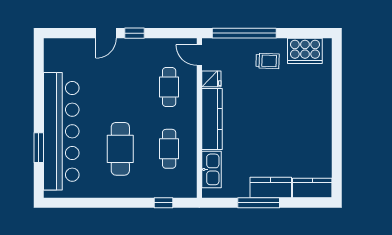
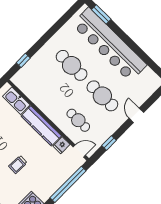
window: (134, 33) -> (109, 143), moved
trolley: (268, 61) -> (18, 165), moved
window: (39, 148) -> (101, 14), moved
cafe table: (169, 149) -> (102, 96), moved, width x1.37, depth x1.35

